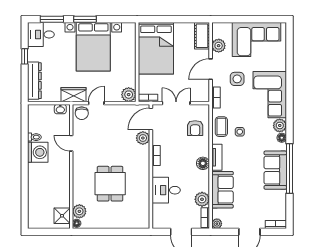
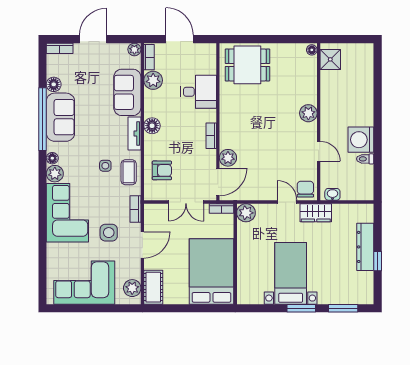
desk: (41, 34) -> (357, 289), removed
plant: (219, 46) -> (132, 288), moved
bed with nightstands: (93, 47) -> (291, 273), width x0.73
dresser: (34, 81) -> (365, 247), moved
door: (96, 103) -> (287, 202), swing flipped
armchair: (195, 128) -> (162, 170), turned 90
dining table: (110, 184) -> (247, 65), moved, turned 90
floor lamp: (281, 196) -> (54, 84), added
plant: (79, 211) -> (308, 113), moved

